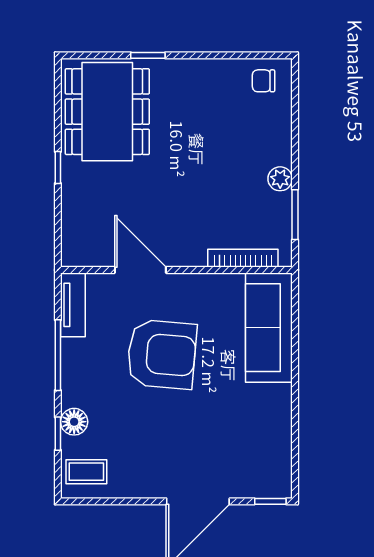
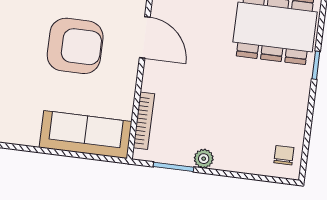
door: (140, 270) -> (145, 37), hinge flipped
armchair: (162, 354) -> (75, 46), turned -95

